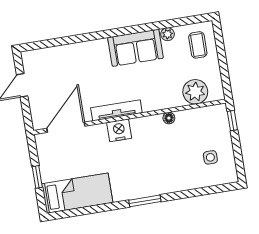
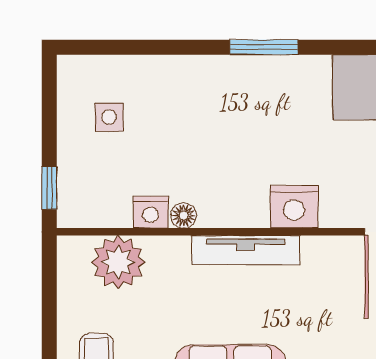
tv unit: (116, 110) -> (246, 250), moved
nightstand: (184, 117) -> (151, 212), added

